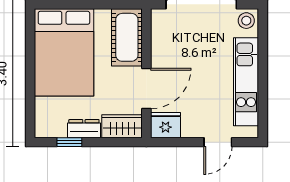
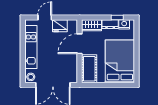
fridge: (166, 125) -> (60, 26), moved
nightstand: (55, 128) -> (124, 24), added

